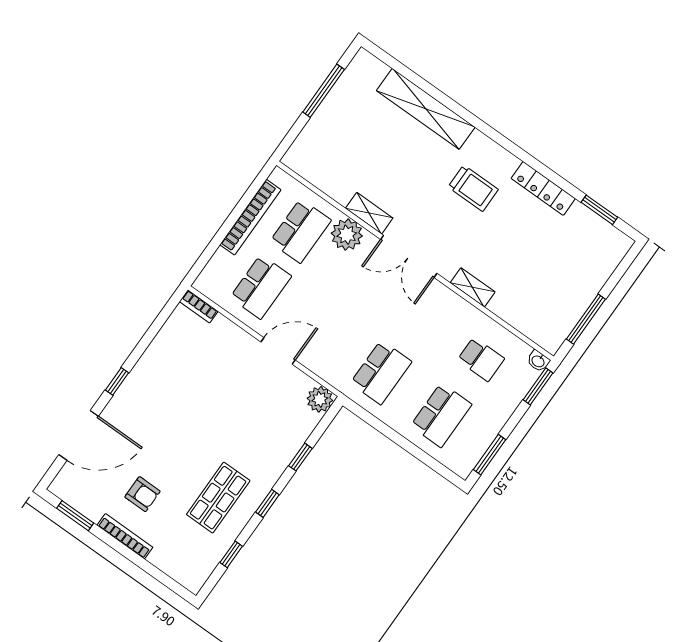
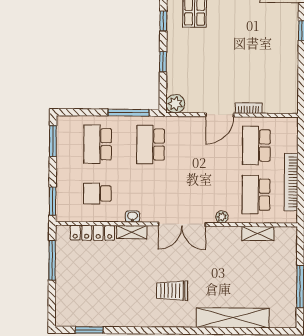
locker: (543, 188) -> (92, 233), moved, turned 180
shelving: (369, 213) -> (258, 234), moved
plant: (347, 235) -> (222, 217), width x0.53, depth x0.53
double door: (409, 256) -> (182, 224), swing flipped
bookcase: (199, 306) -> (249, 108), moved
washbasin: (538, 361) -> (133, 216), moved
window: (381, 427) -> (128, 113), added

